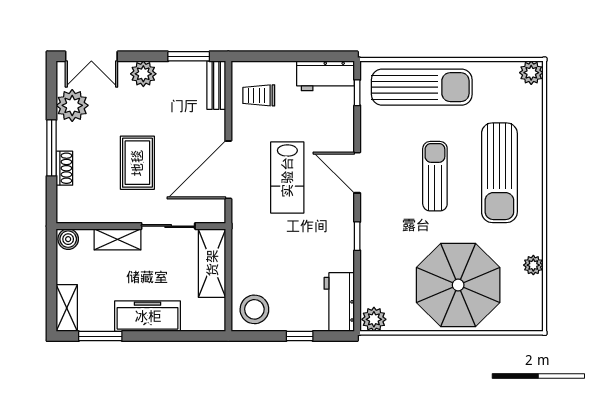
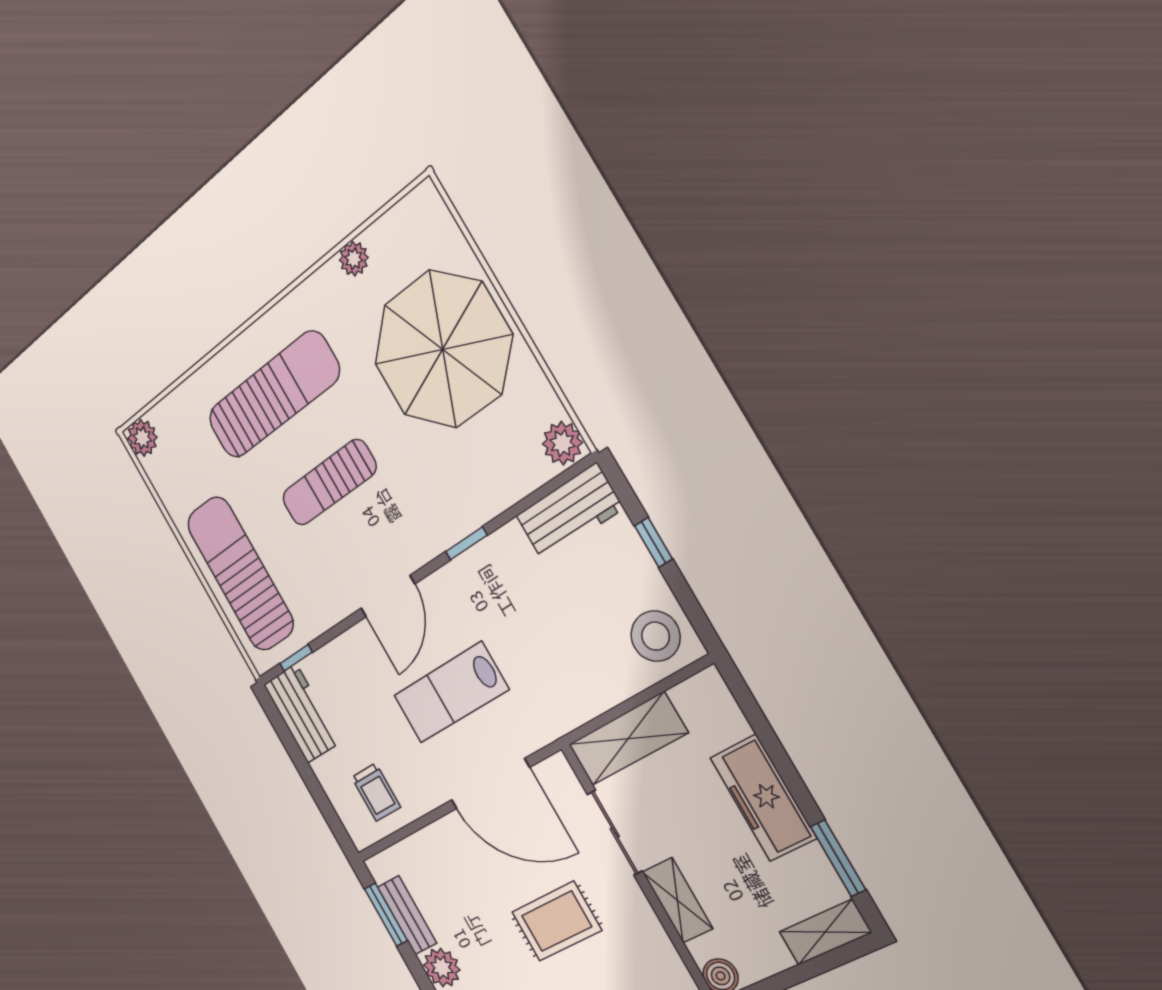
bench: (216, 85) -> (407, 915), moved, turned 90
lab bench: (287, 177) -> (451, 693), turned 180

